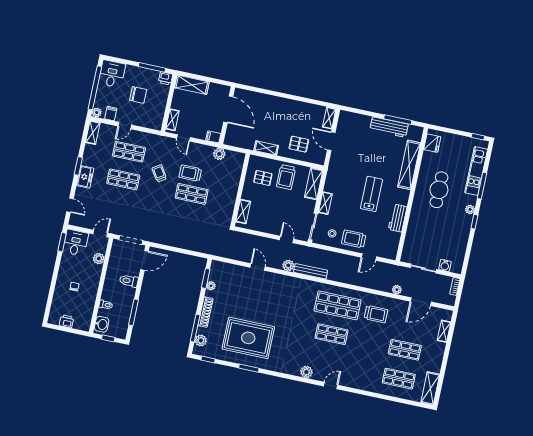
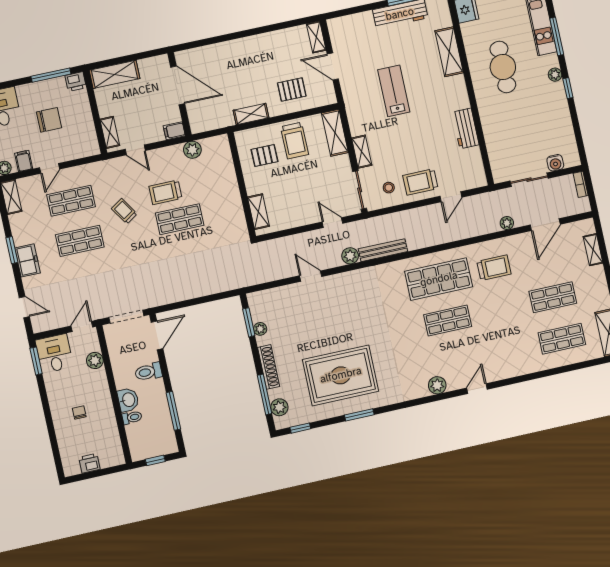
shelving: (409, 165) -> (449, 52), width x0.68
lab bench: (372, 194) -> (394, 91), moved
washbasin: (102, 324) -> (128, 400), moved

